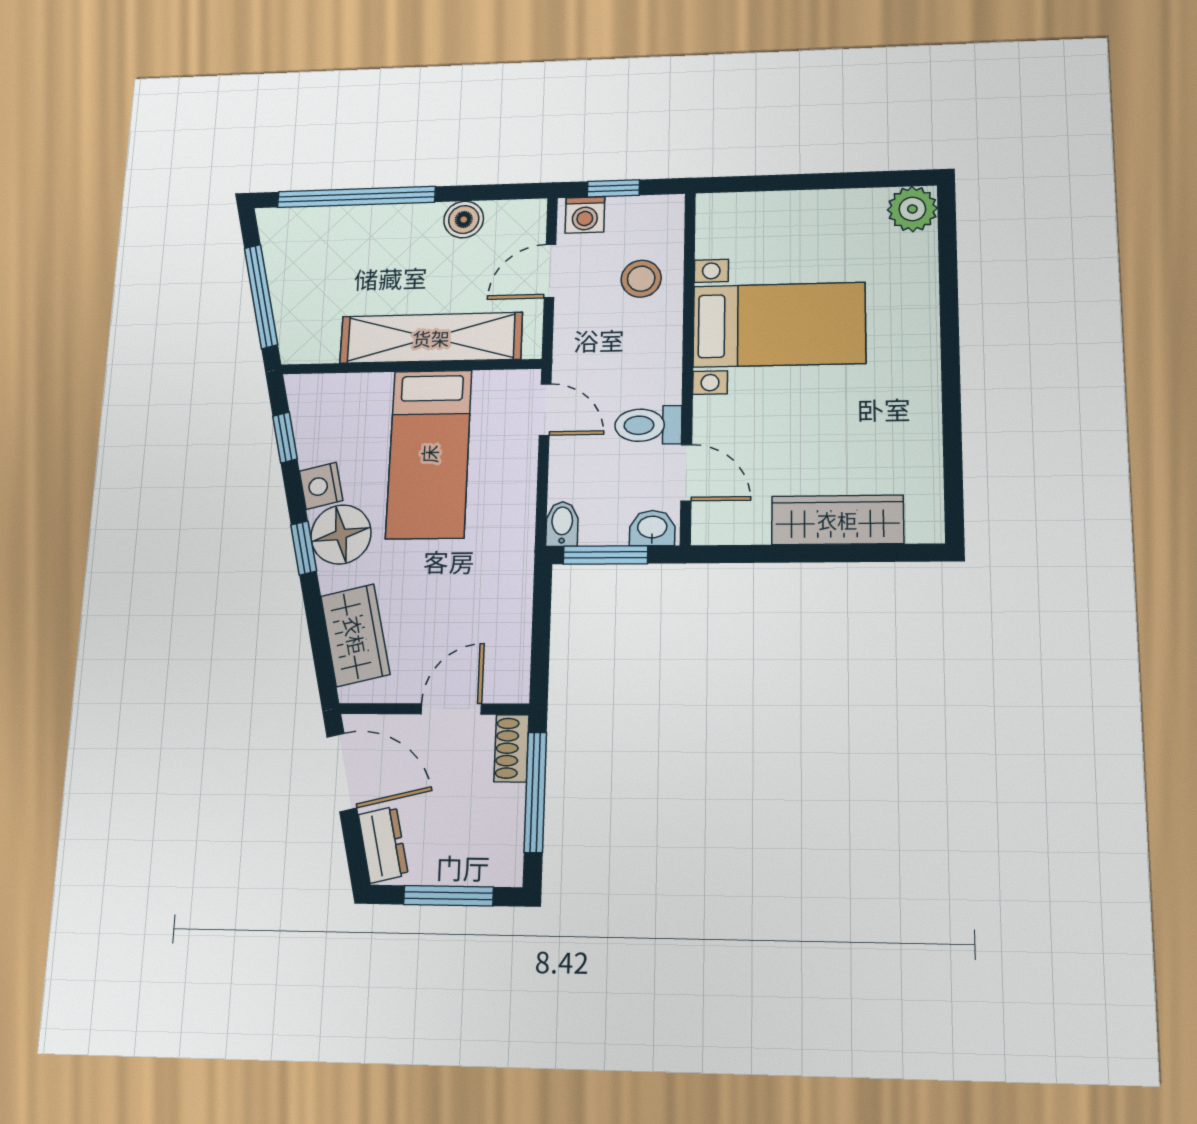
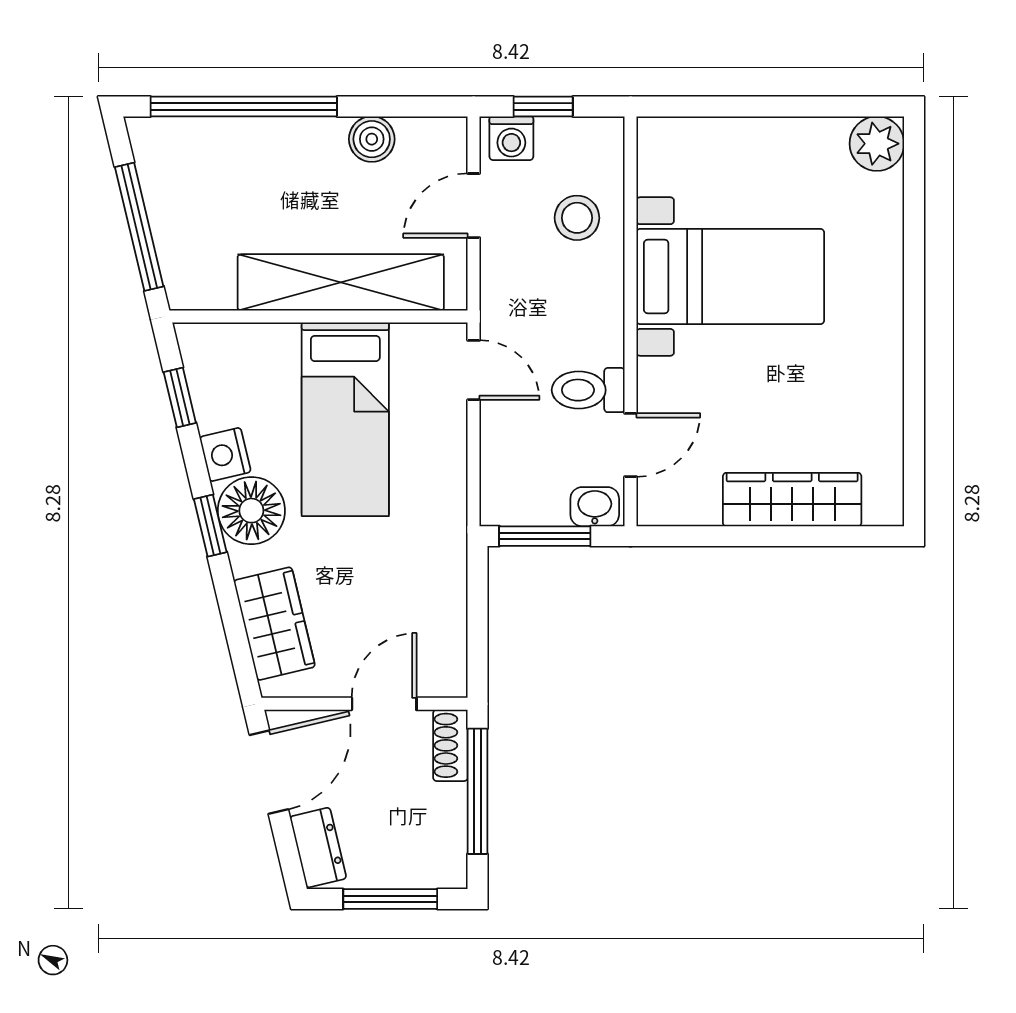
door: (686, 473) -> (631, 445), hinge flipped
bidet: (562, 524) -> (497, 501), removed
door: (342, 772) -> (269, 772), hinge flipped

